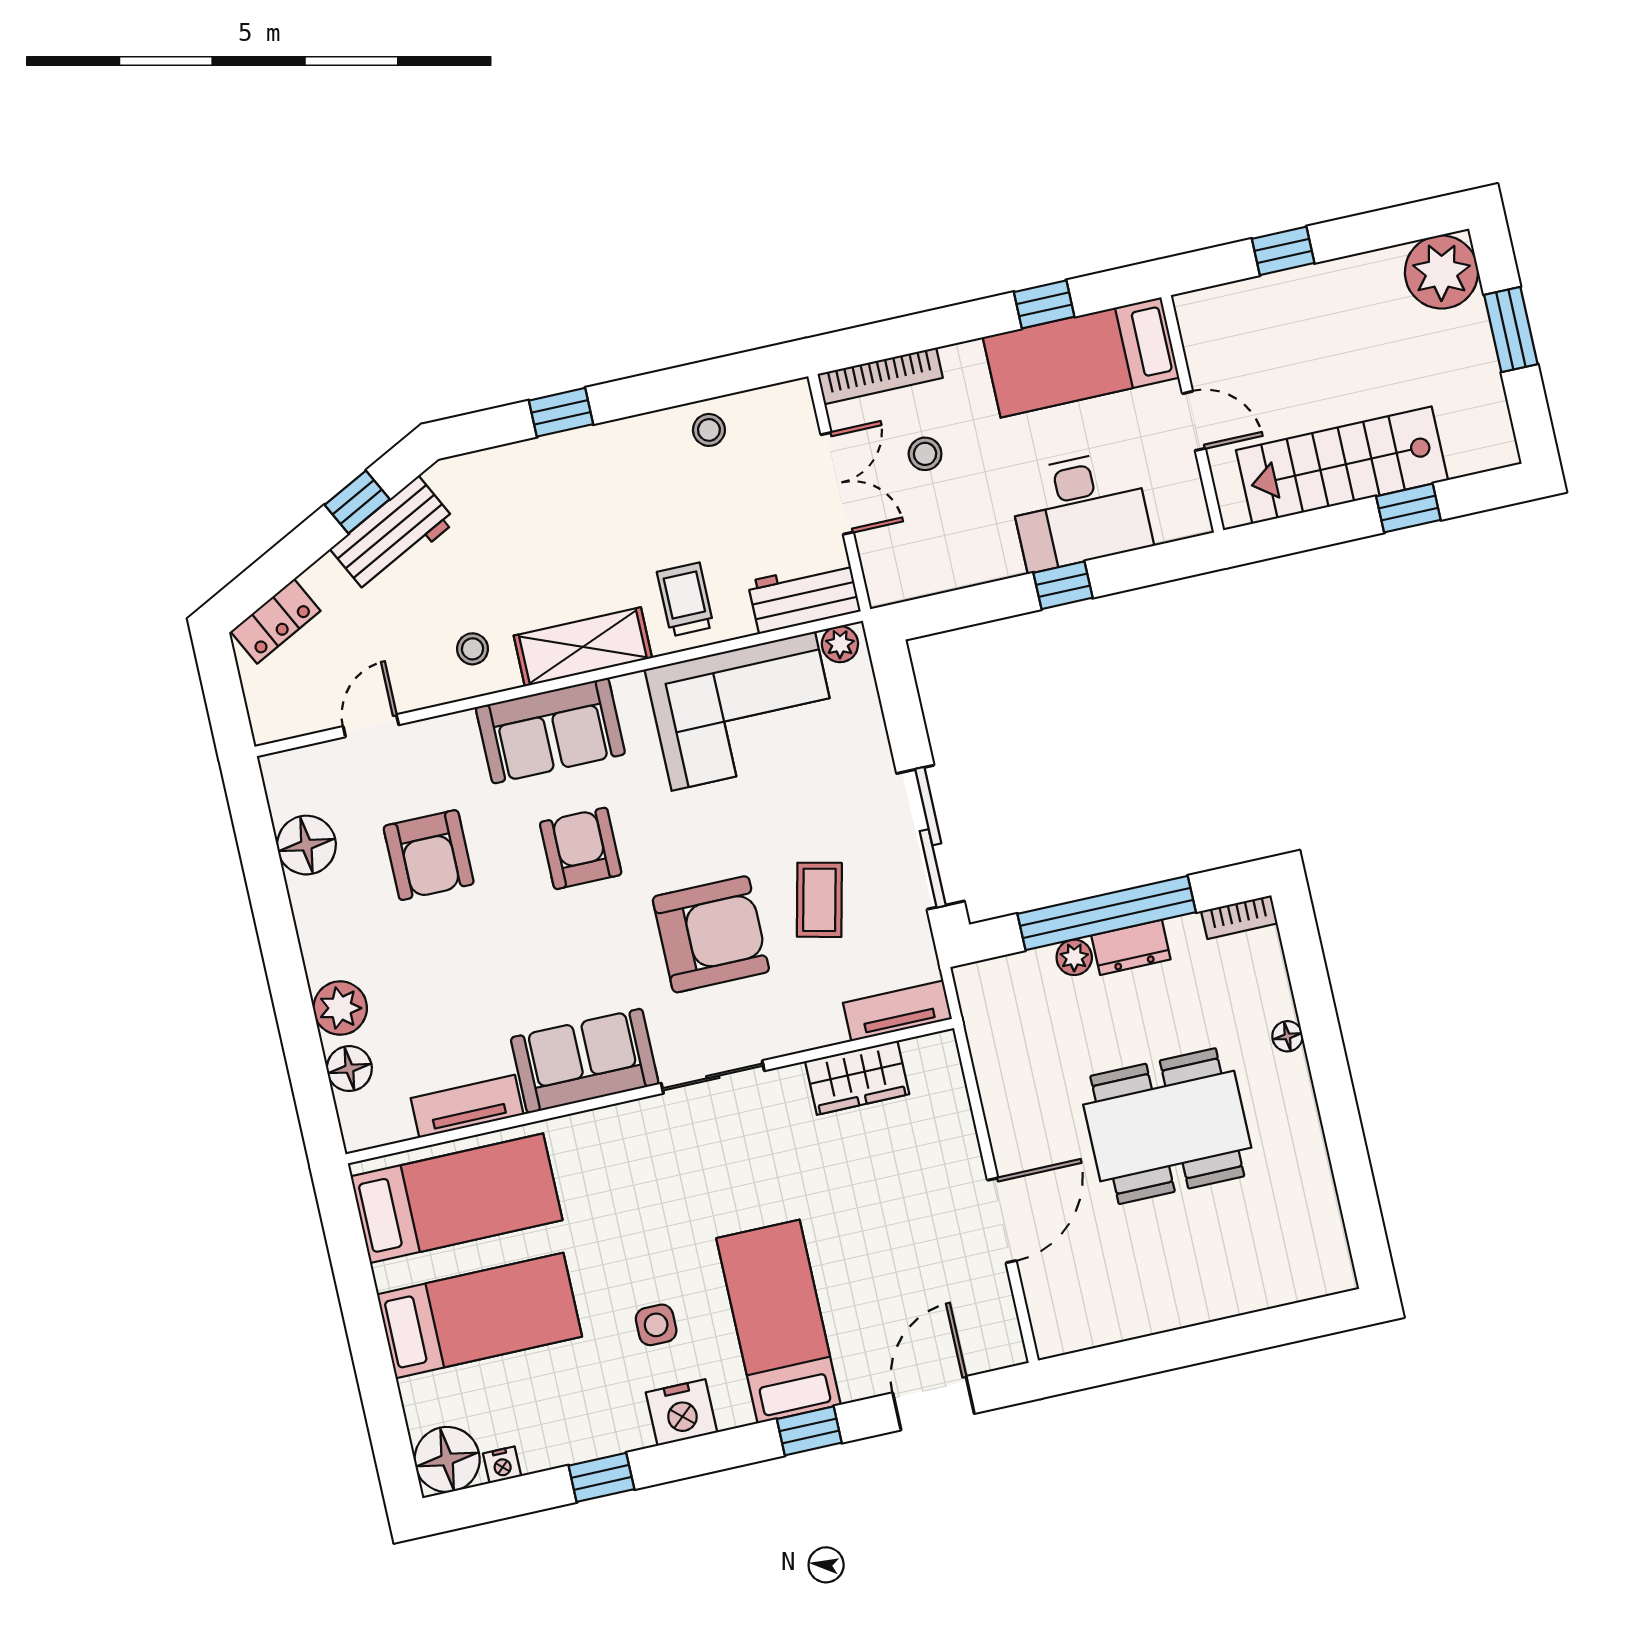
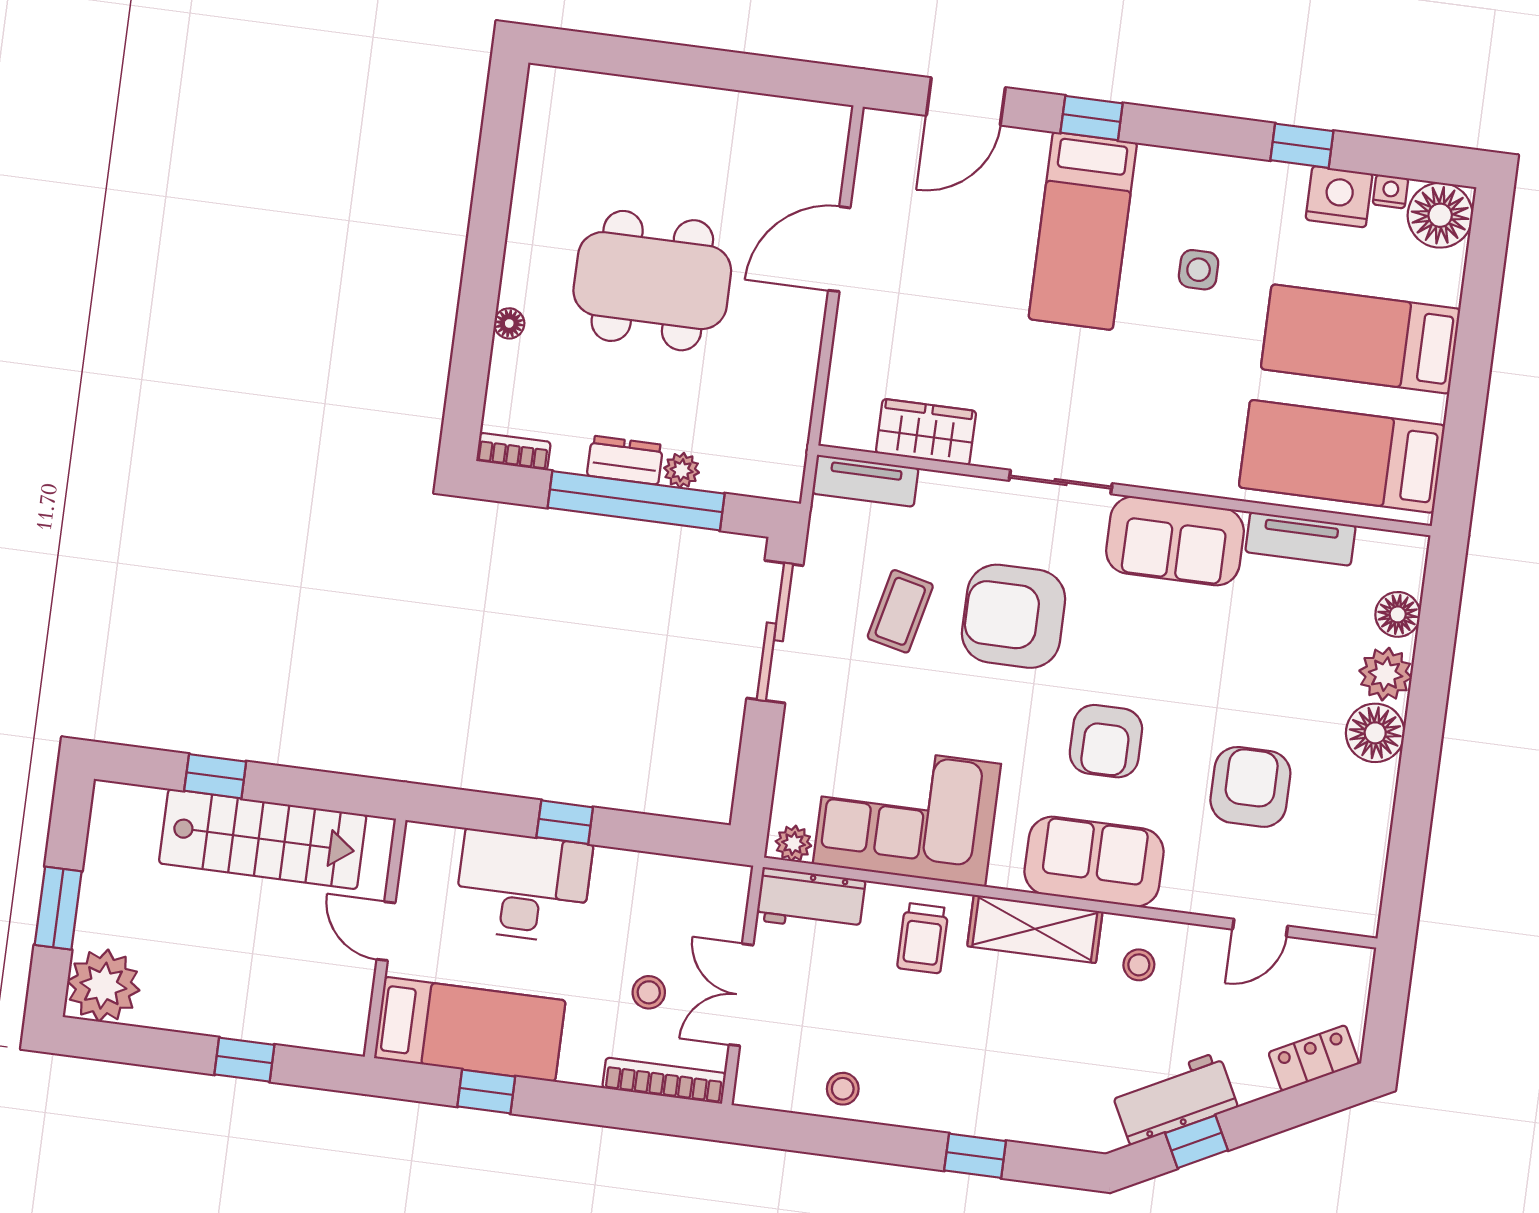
floor lamp: (306, 845) -> (1375, 733), moved
nightstand: (682, 1412) -> (1339, 197), moved

